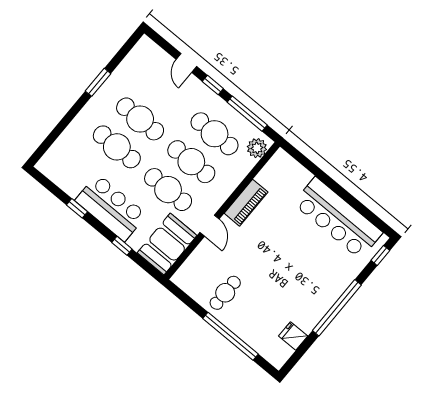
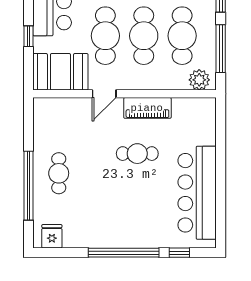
cafe table: (273, 238) -> (137, 154), added
window: (380, 255) -> (179, 253), moved
cafe table: (225, 293) -> (59, 173), moved, turned 90
fridge: (293, 336) -> (52, 236), moved

